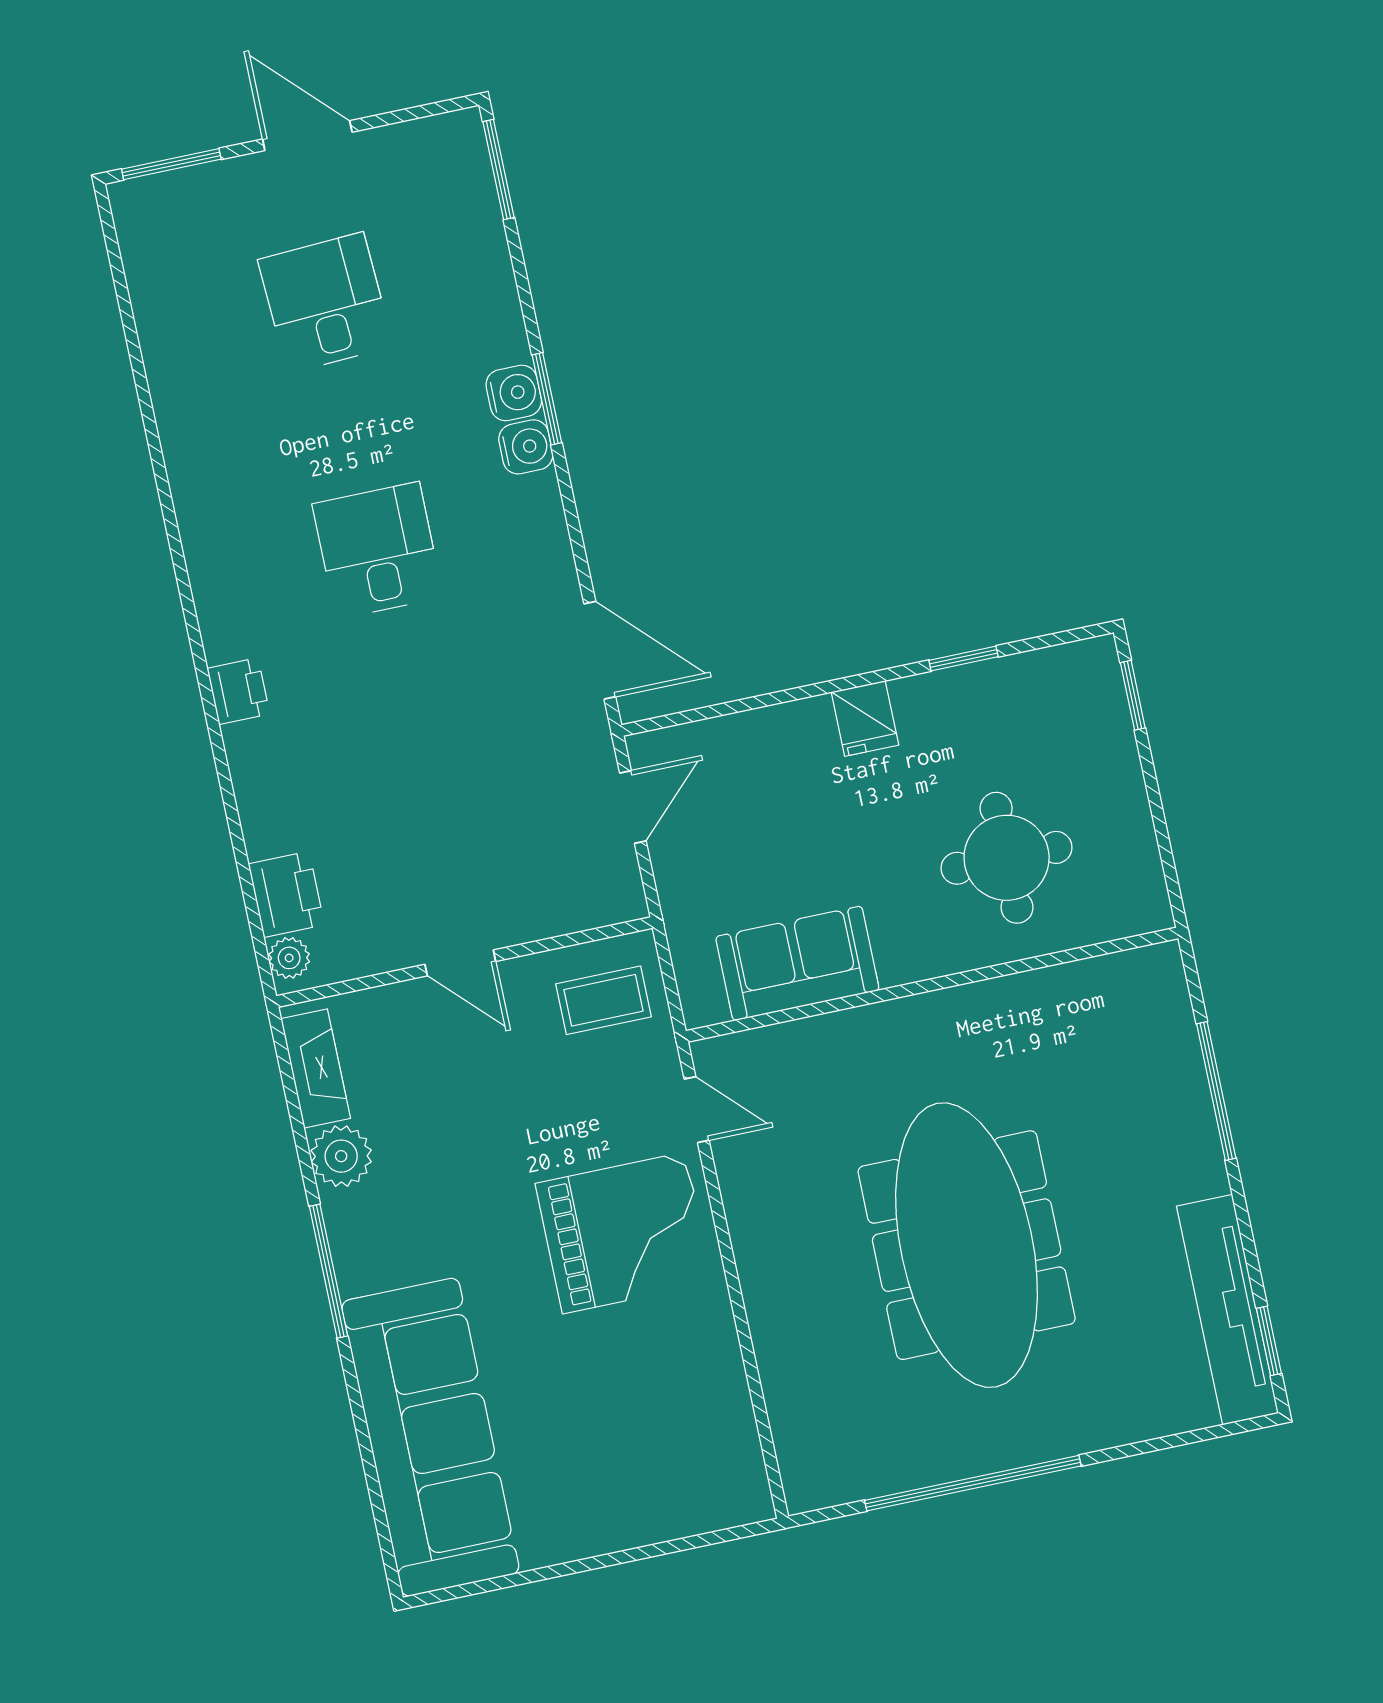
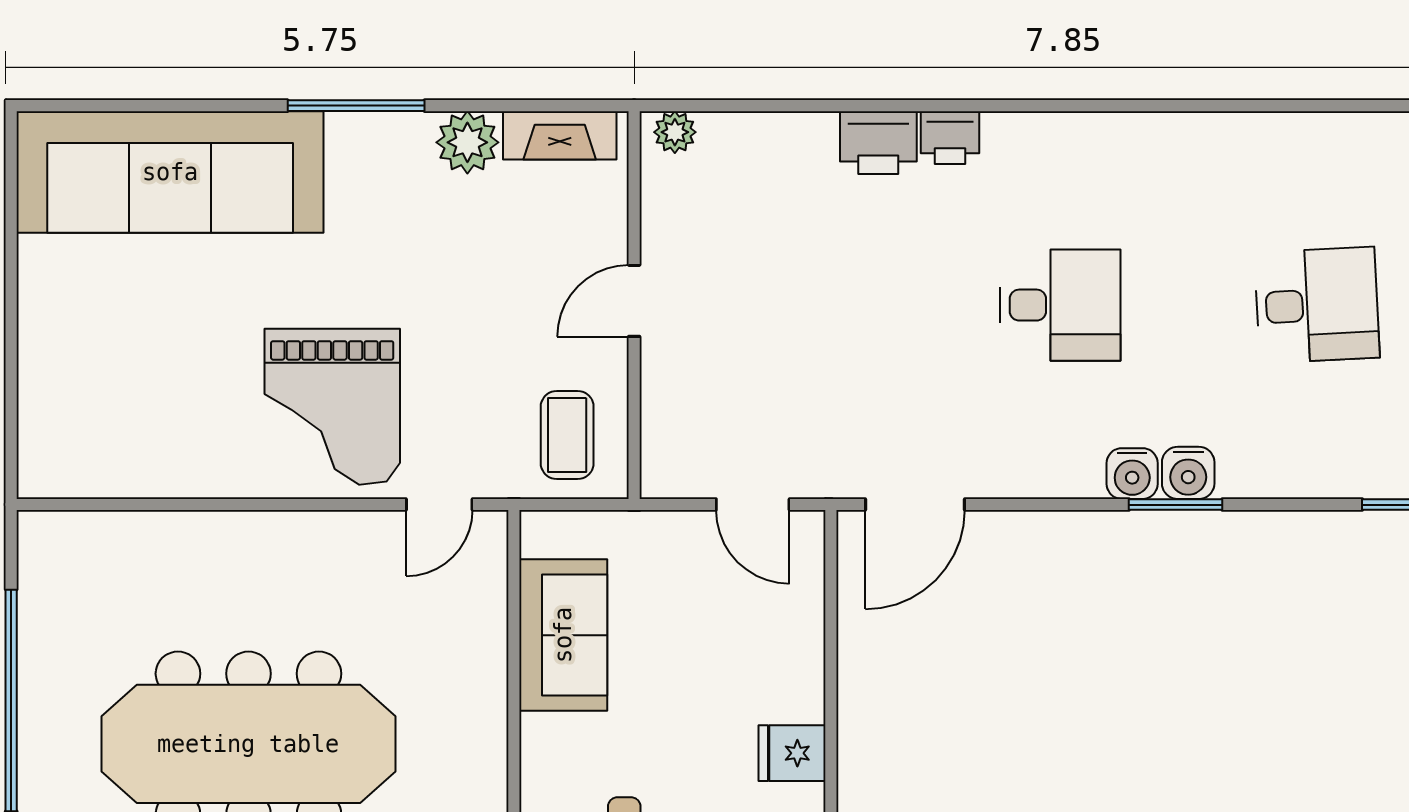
printer: (286, 894) -> (878, 143), moved

